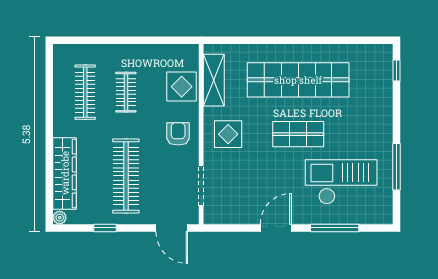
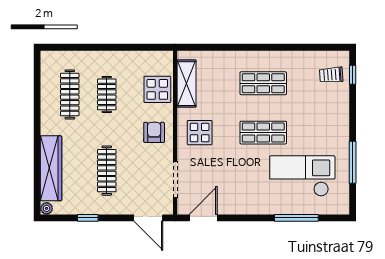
trolley: (373, 71) -> (331, 75), added
shop shelf: (298, 80) -> (263, 83), width x0.50, depth x0.74
clothes rail: (126, 176) -> (107, 171), width x0.73, depth x0.76
door: (276, 228) -> (203, 218), moved

